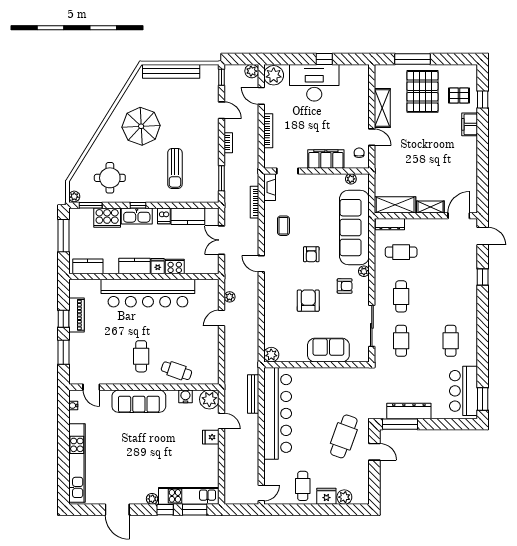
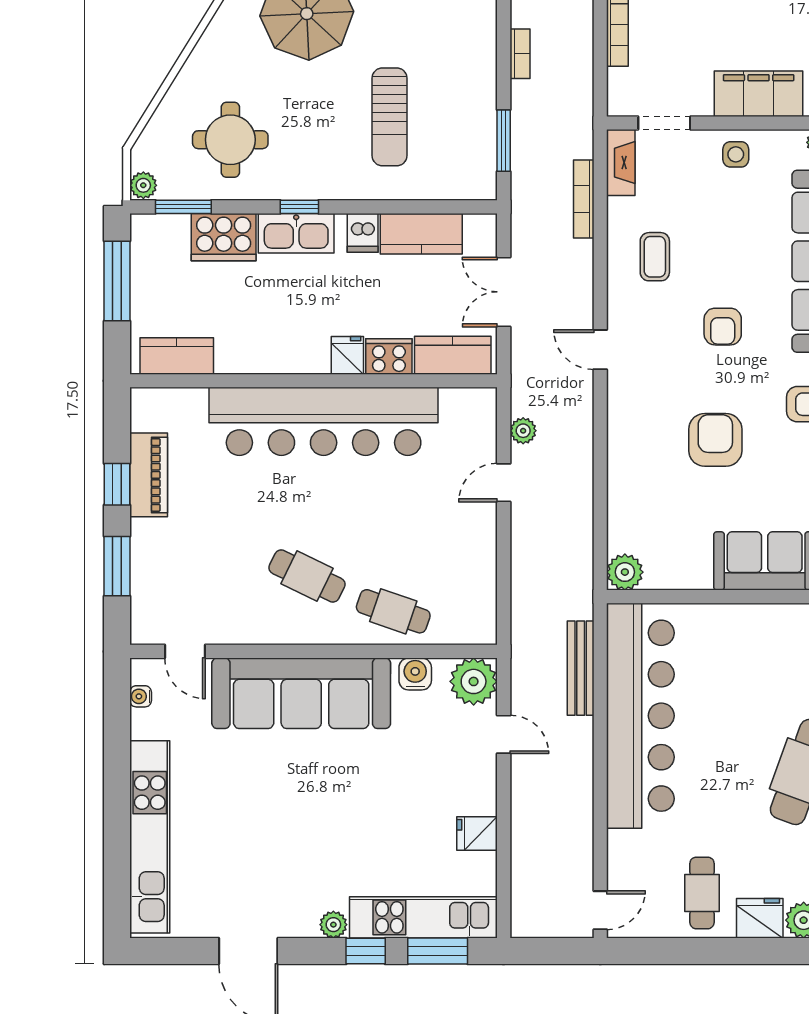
side table: (317, 184) -> (736, 154), added
kitchen counter: (135, 266) -> (453, 355), moved
cafe table: (141, 356) -> (307, 576), turned -64
sofa: (139, 401) -> (301, 693), width x1.36, depth x1.27
fridge: (211, 437) -> (477, 833), moved

